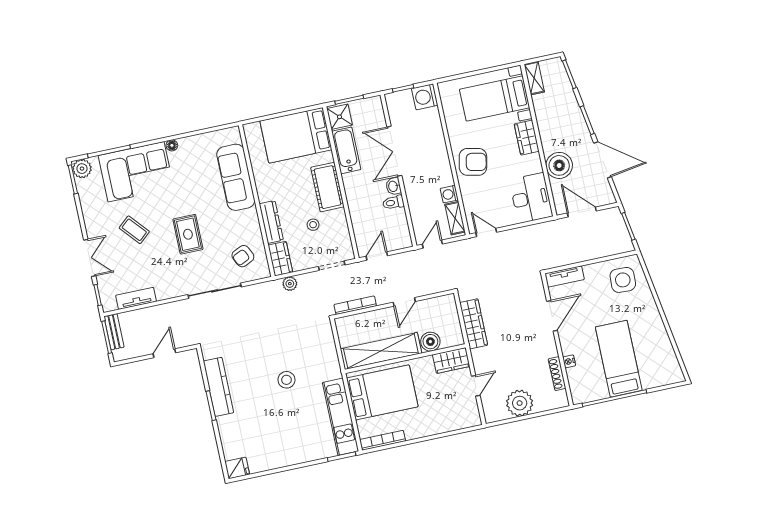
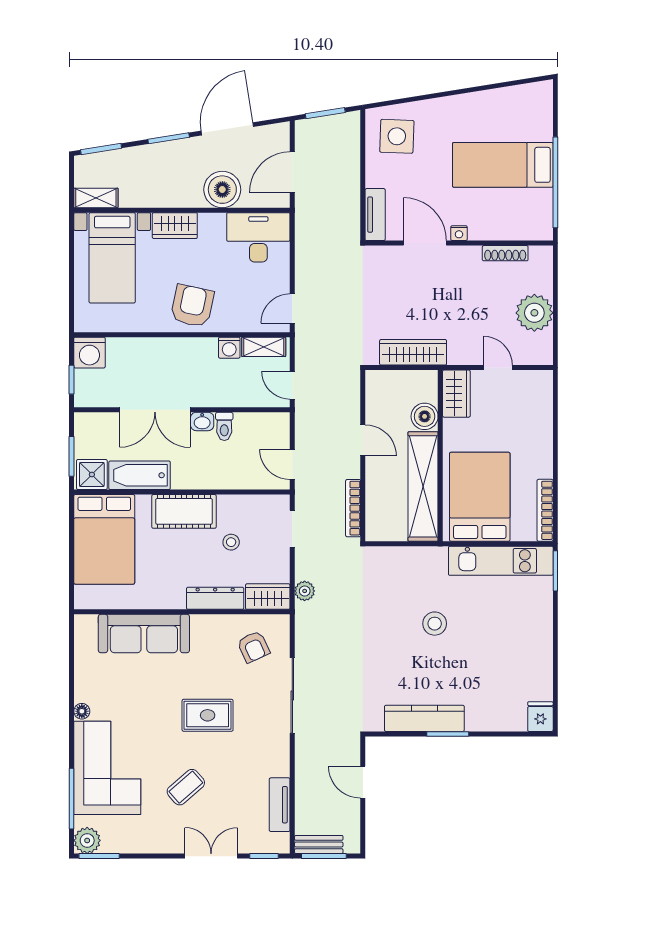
nightstand: (569, 361) -> (459, 233), moved

